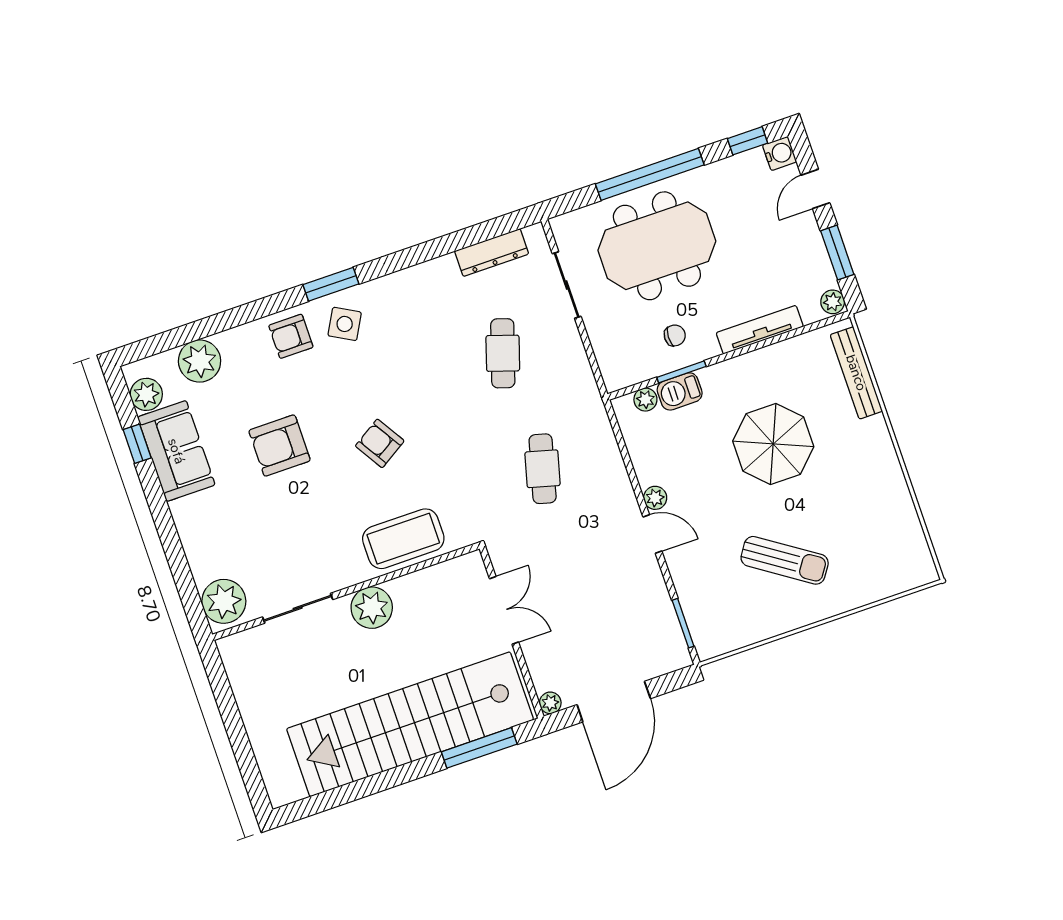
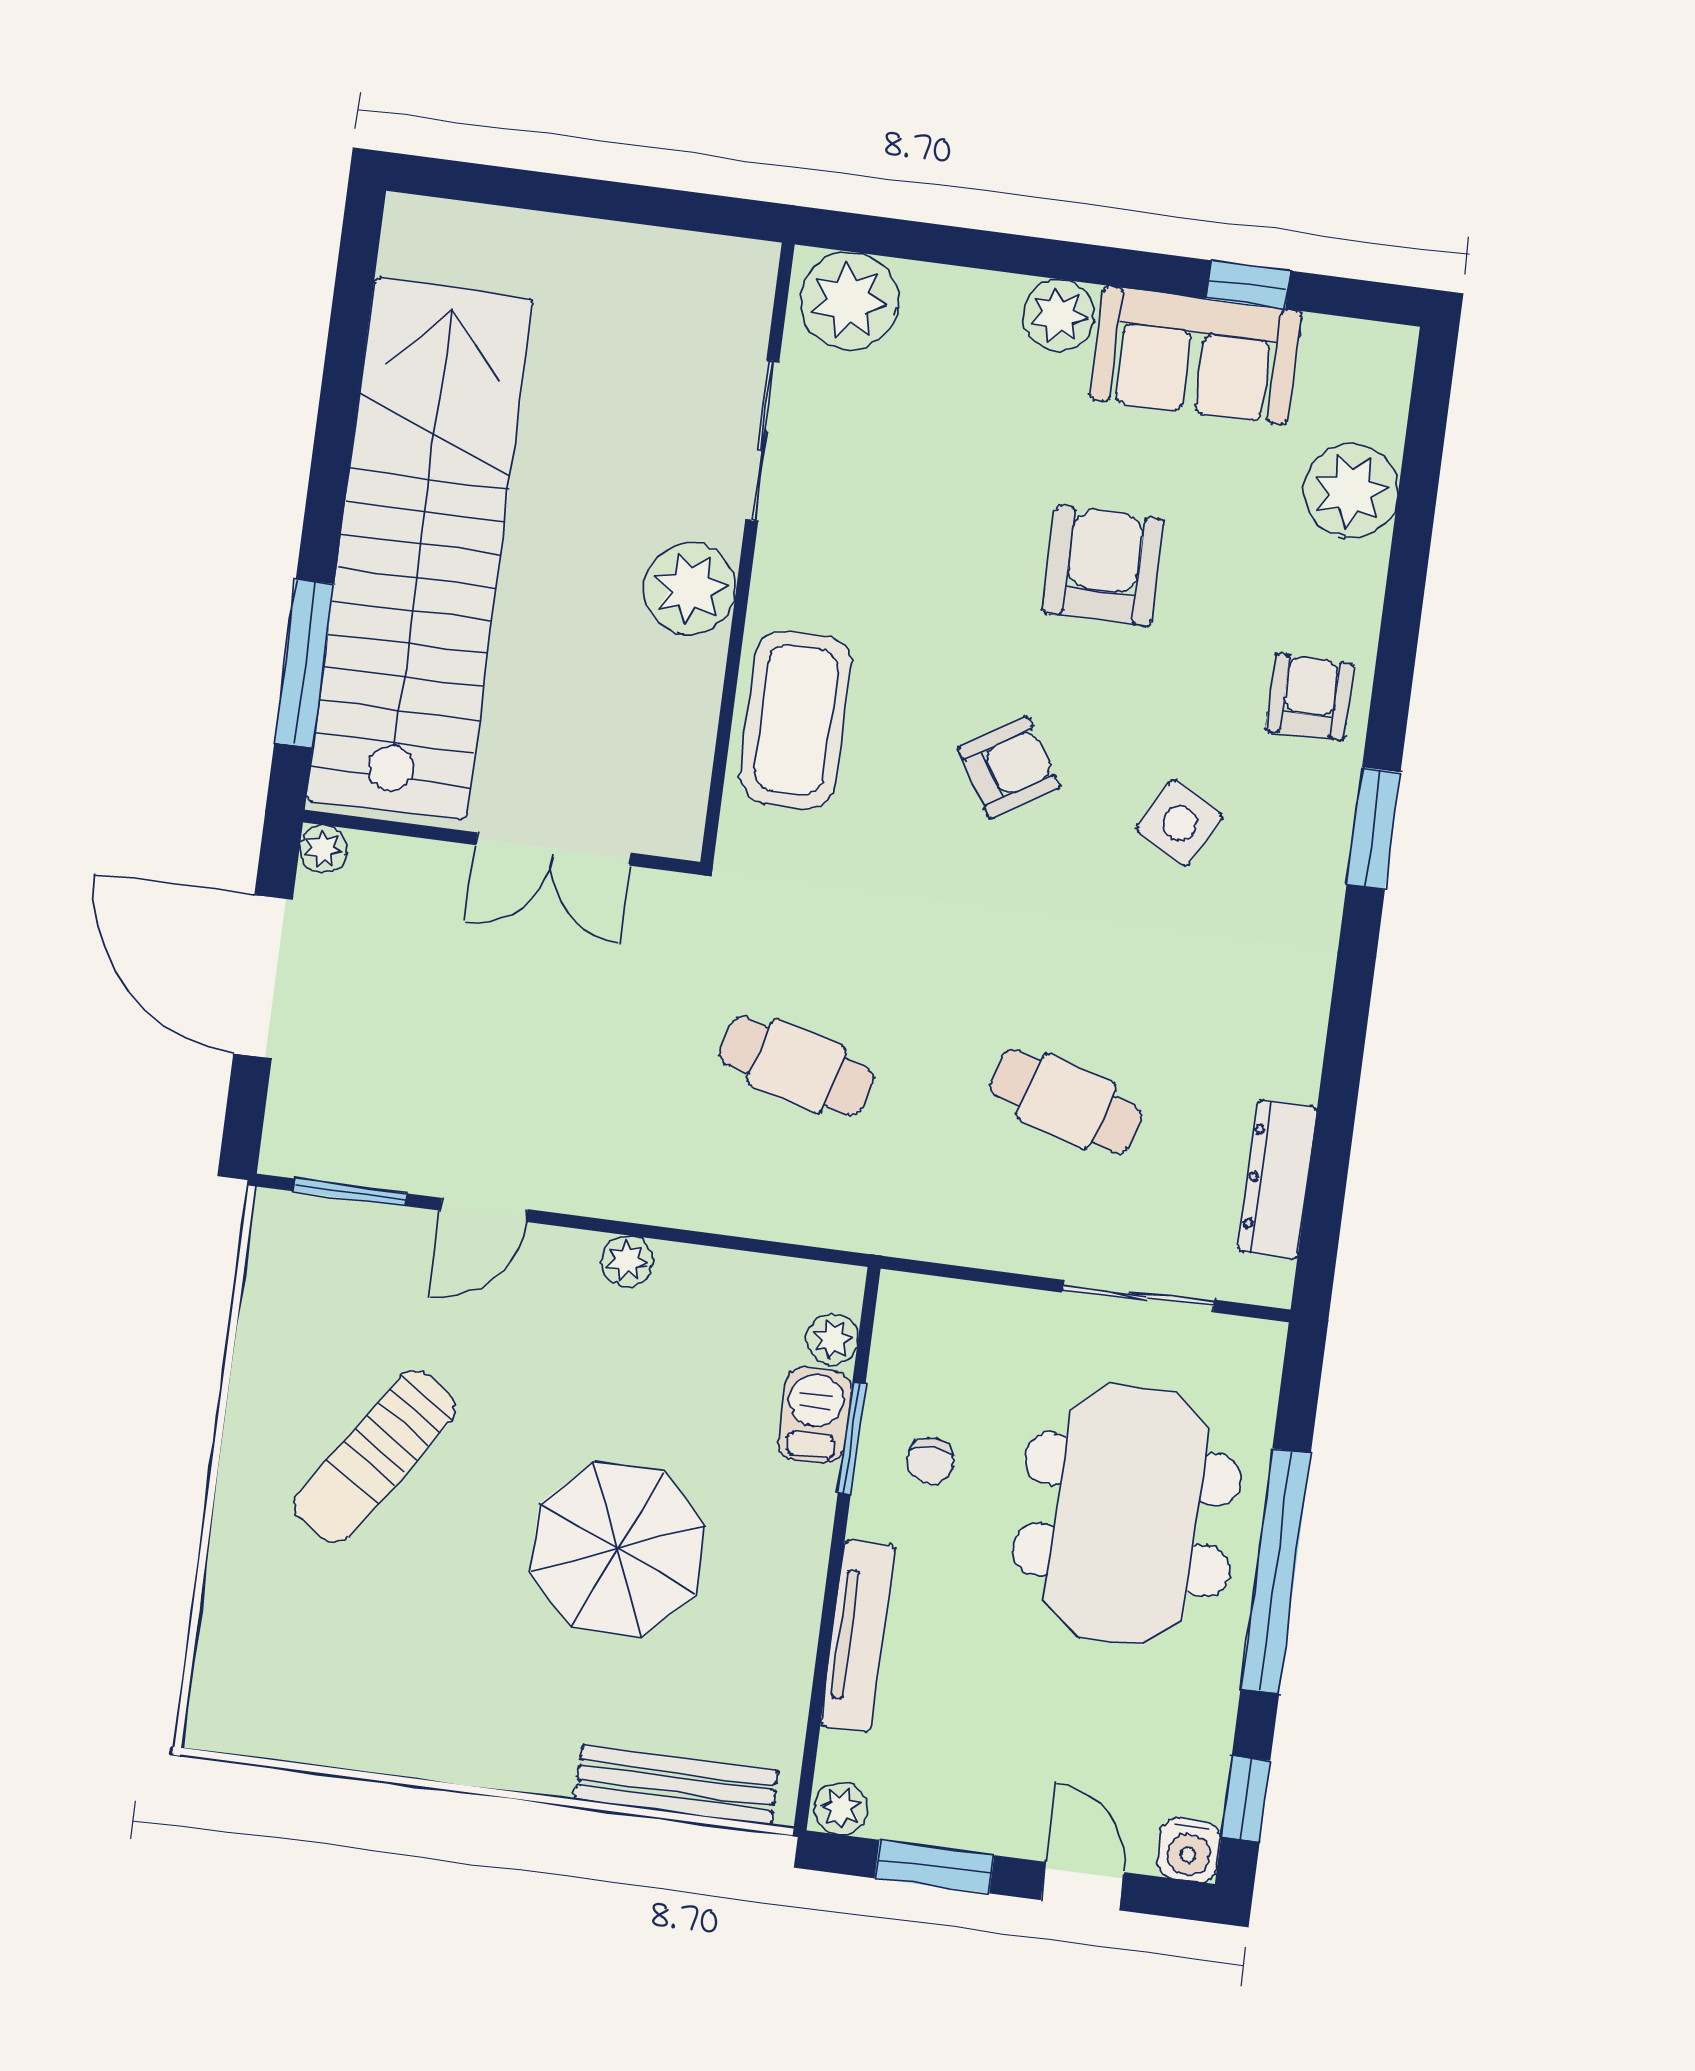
side table: (345, 324) -> (1179, 823), moved
plant: (146, 394) -> (1059, 315), moved
door: (652, 534) -> (484, 1210), moved

